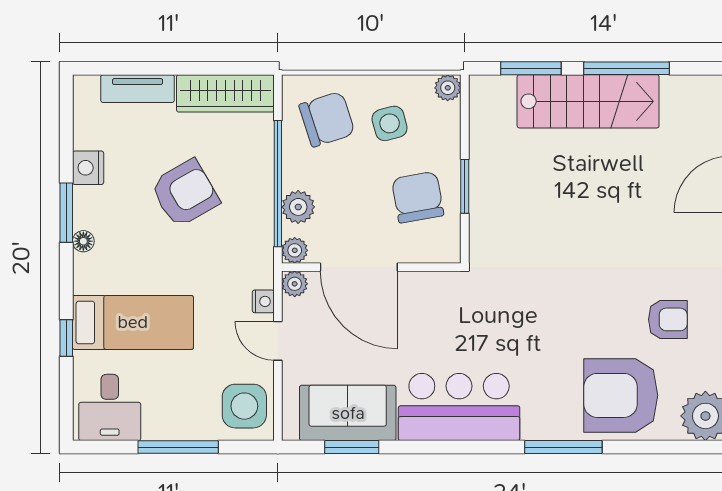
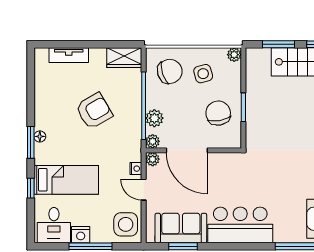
wardrobe: (225, 93) -> (124, 58), width x0.67
nightstand: (88, 168) -> (81, 235), moved, turned -90
window: (66, 213) -> (31, 142), moved

